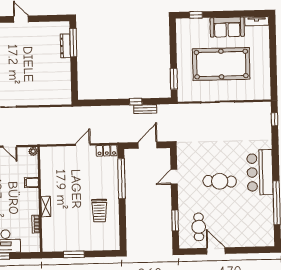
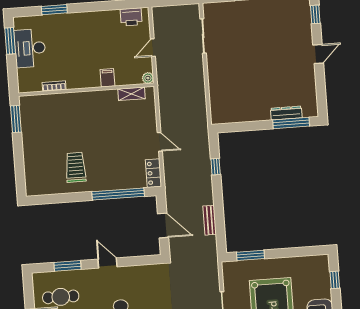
window: (136, 102) -> (216, 167), moved
door: (174, 177) -> (107, 263), moved
shelving: (46, 207) -> (132, 94), moved
trolley: (99, 211) -> (76, 167), turned 90
window: (74, 254) -> (16, 119), moved

